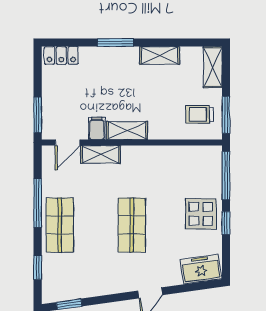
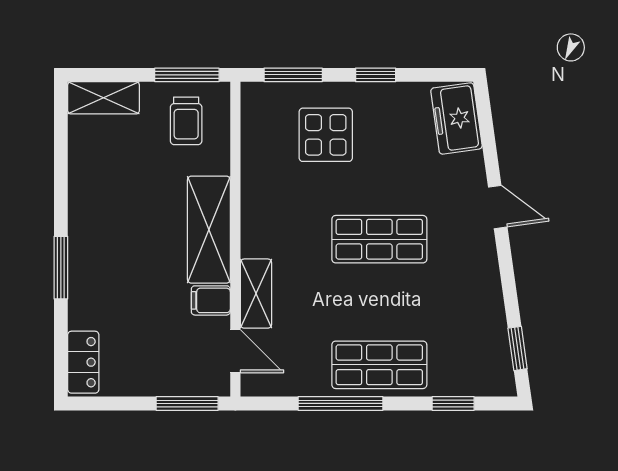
shelving: (160, 55) -> (83, 191), removed
shelving: (127, 130) -> (209, 230), width x1.50, depth x1.33
window: (226, 176) -> (293, 75), width x0.69
display table: (201, 214) -> (326, 135), moved

